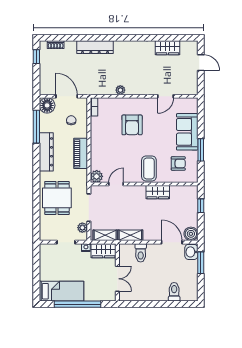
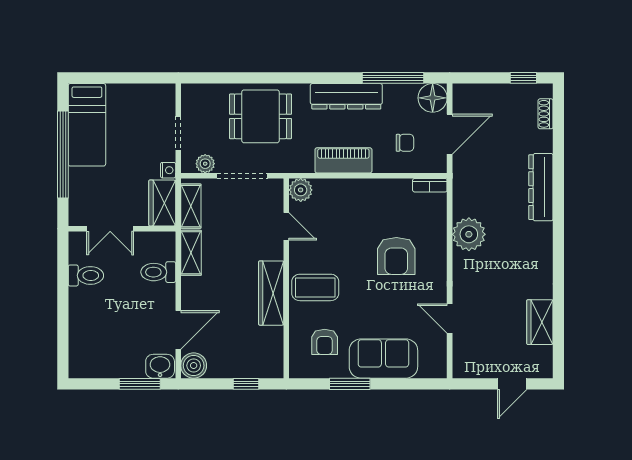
plant: (120, 90) -> (469, 234), width x1.88, depth x1.88
armchair: (132, 125) -> (396, 256), turned -90
wardrobe: (158, 192) -> (271, 293), width x1.50
toilet: (174, 292) -> (86, 275), moved

